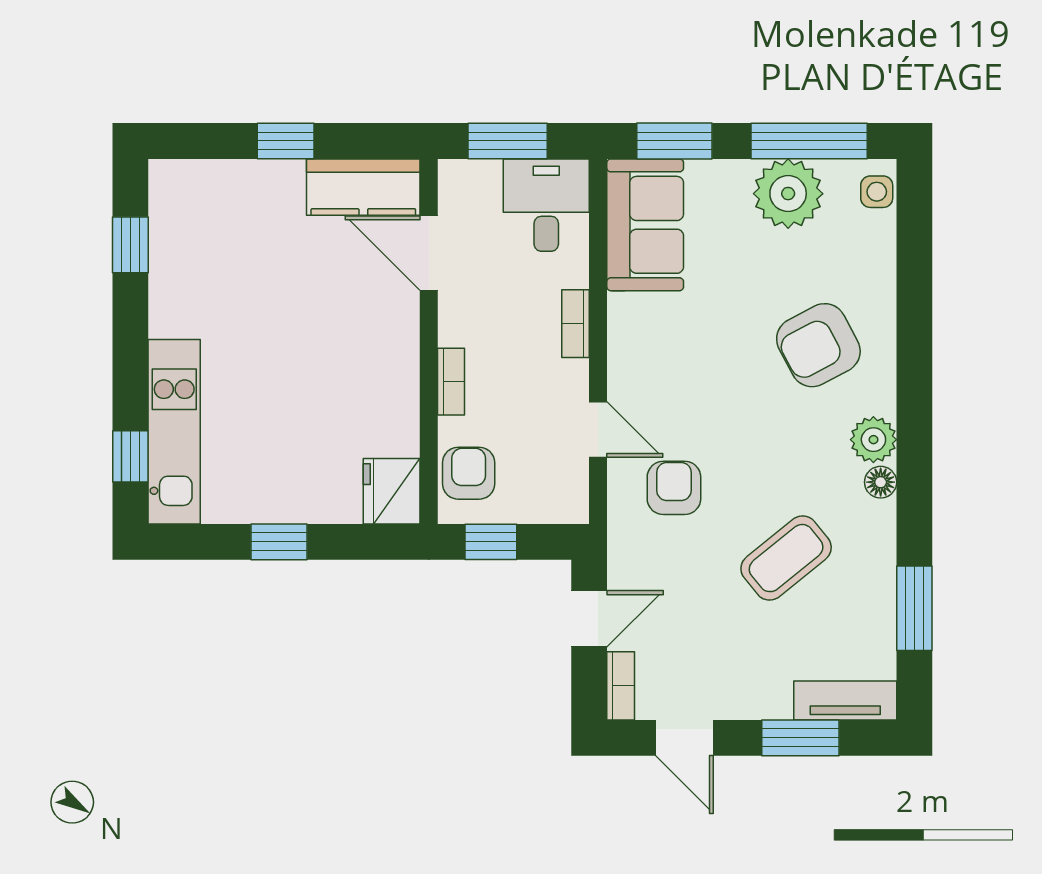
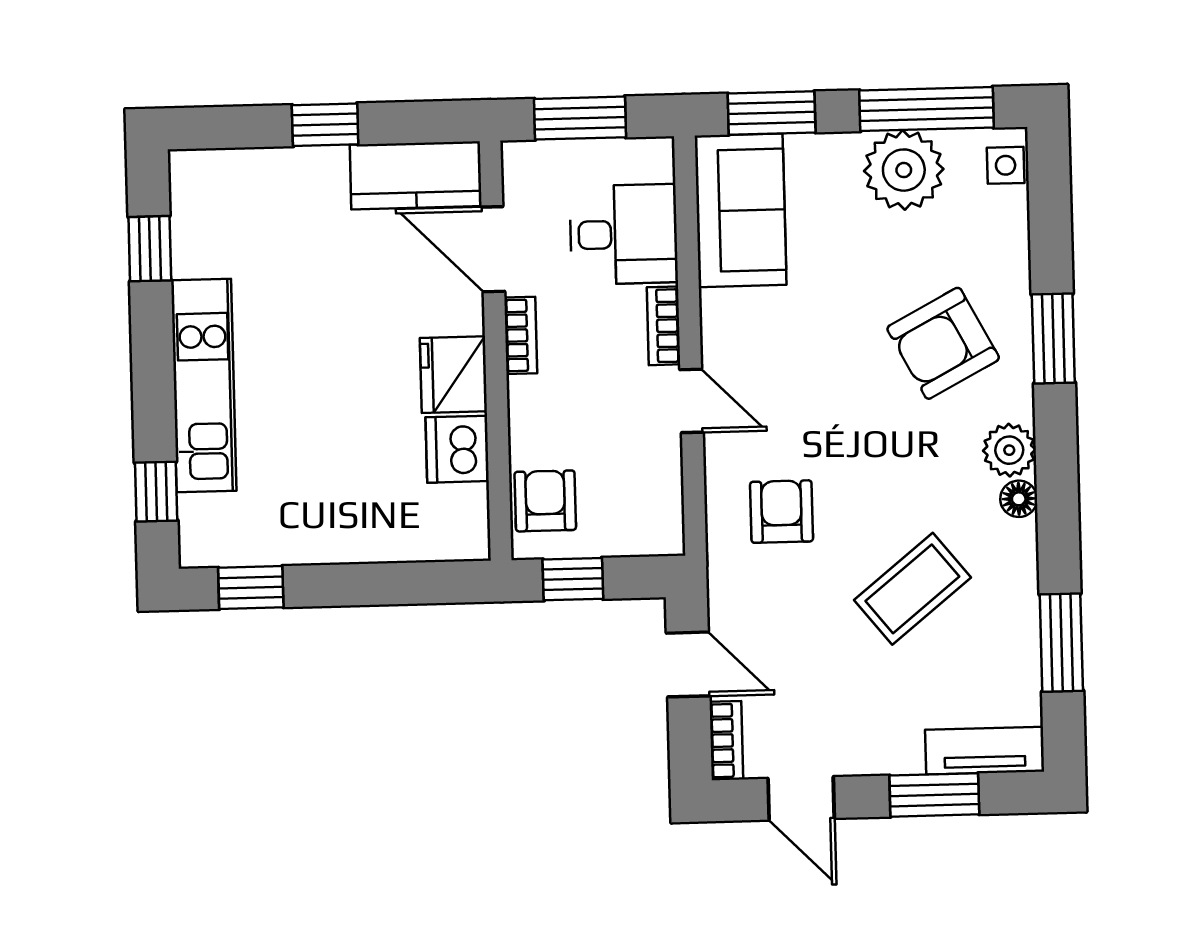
desk: (546, 205) -> (624, 234), moved, turned 90
window: (914, 343) -> (1053, 338), added
bookcase: (451, 382) -> (521, 335), moved
dishwasher: (393, 426) -> (457, 449), added
door: (598, 430) -> (691, 401), moved
kitchen unit: (174, 432) -> (204, 385), moved
fridge: (392, 491) -> (453, 375), moved
window: (279, 542) -> (251, 588), moved
door: (589, 619) -> (688, 664), hinge flipped

